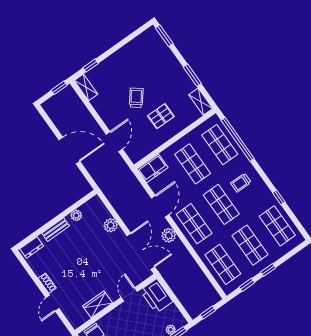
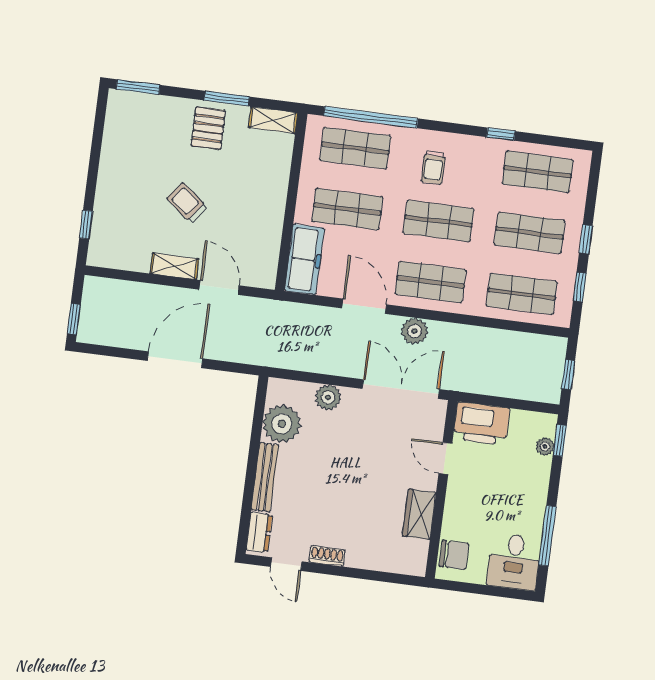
shelving: (86, 87) -> (174, 266), moved
window: (59, 88) -> (74, 319), moved
pallet: (161, 116) -> (208, 128), moved
freezer: (152, 168) -> (304, 259), width x1.40
plant: (76, 215) -> (282, 424), width x1.88, depth x1.88
bench: (56, 230) -> (265, 477), width x1.36
door: (52, 303) -> (286, 564), moved

